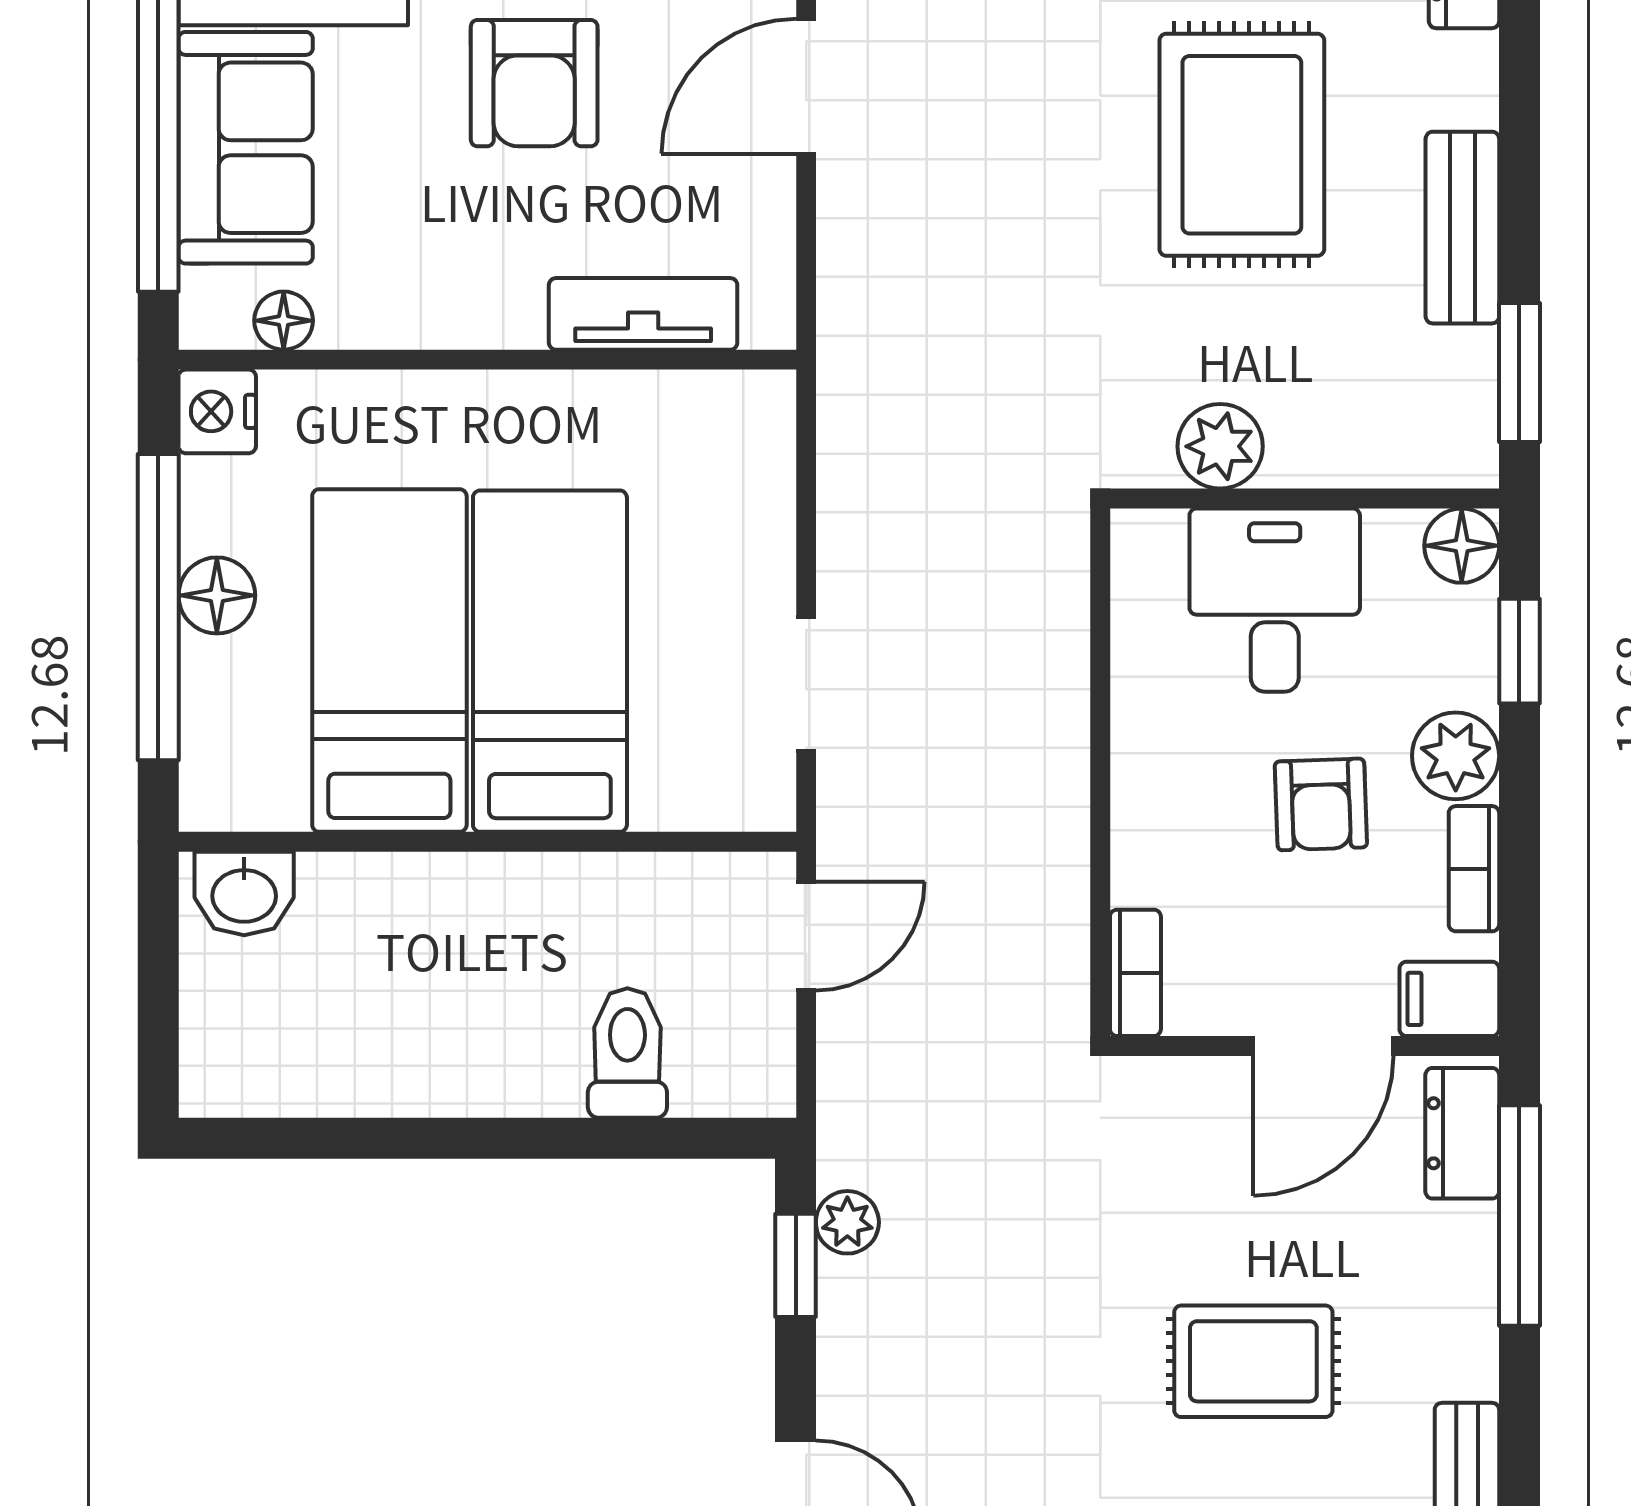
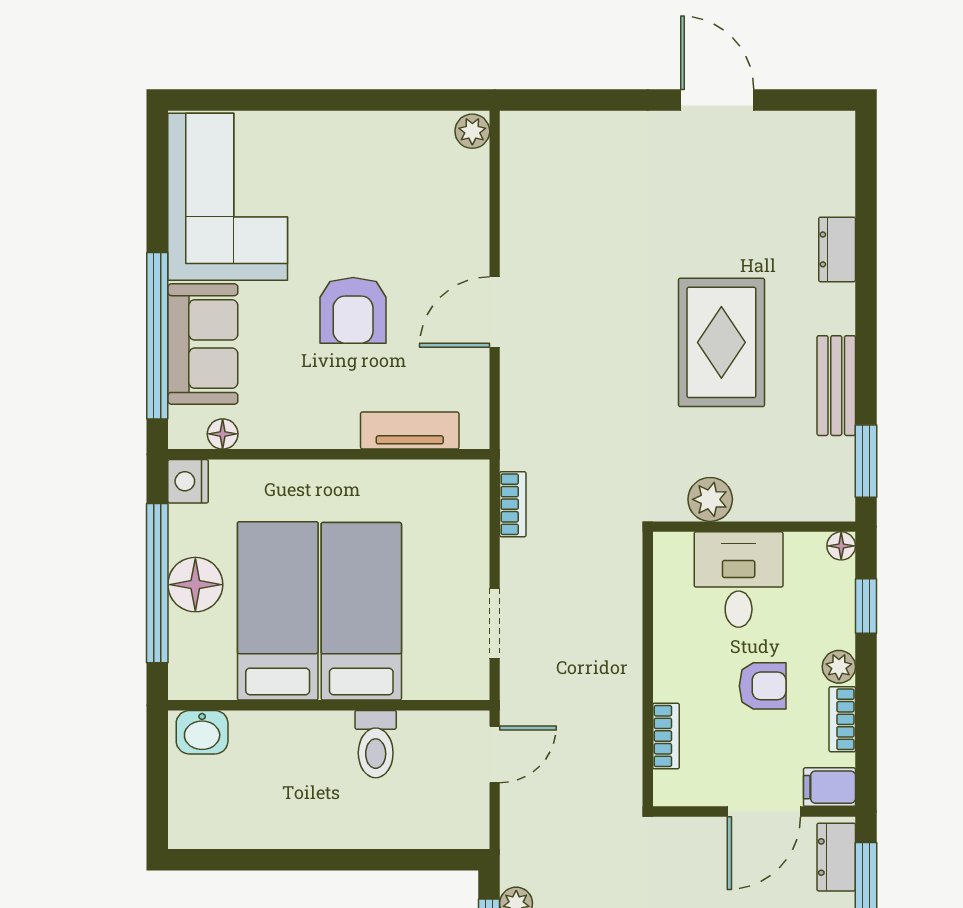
bookcase: (841, 456) -> (513, 504), added
floor lamp: (1462, 546) -> (841, 546), width x0.73, depth x0.73
floor lamp: (217, 595) -> (195, 585), width x1.38, depth x1.38
plant: (1456, 756) -> (839, 667), width x0.73, depth x0.73
armchair: (1321, 804) -> (763, 686), turned -88
bookcase: (1135, 973) -> (666, 736), moved
toilet: (627, 1053) -> (376, 744), moved, turned 180

